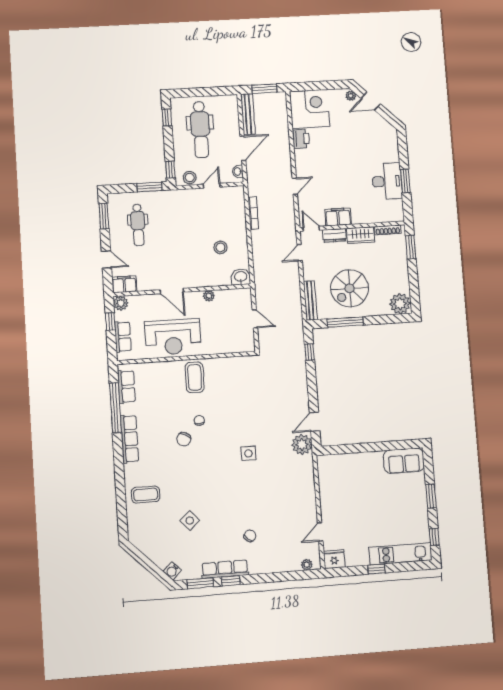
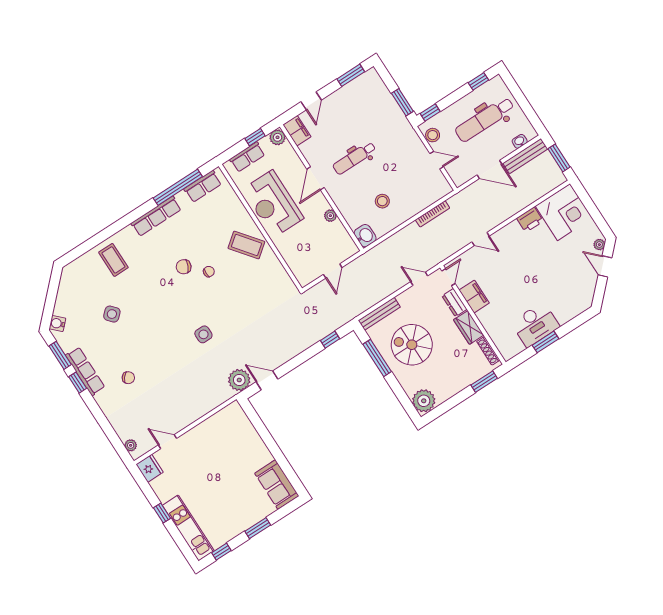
washbasin: (238, 171) -> (520, 141), moved
dental chair: (138, 225) -> (354, 158), moved
coffee table: (195, 377) -> (246, 245), turned 52

